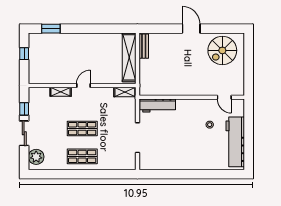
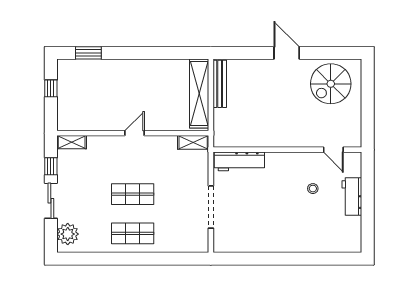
bench: (144, 46) -> (220, 84), width x1.36
shelving: (61, 92) -> (72, 142), moved
workbench: (235, 142) -> (352, 196), width x0.53, depth x0.76

